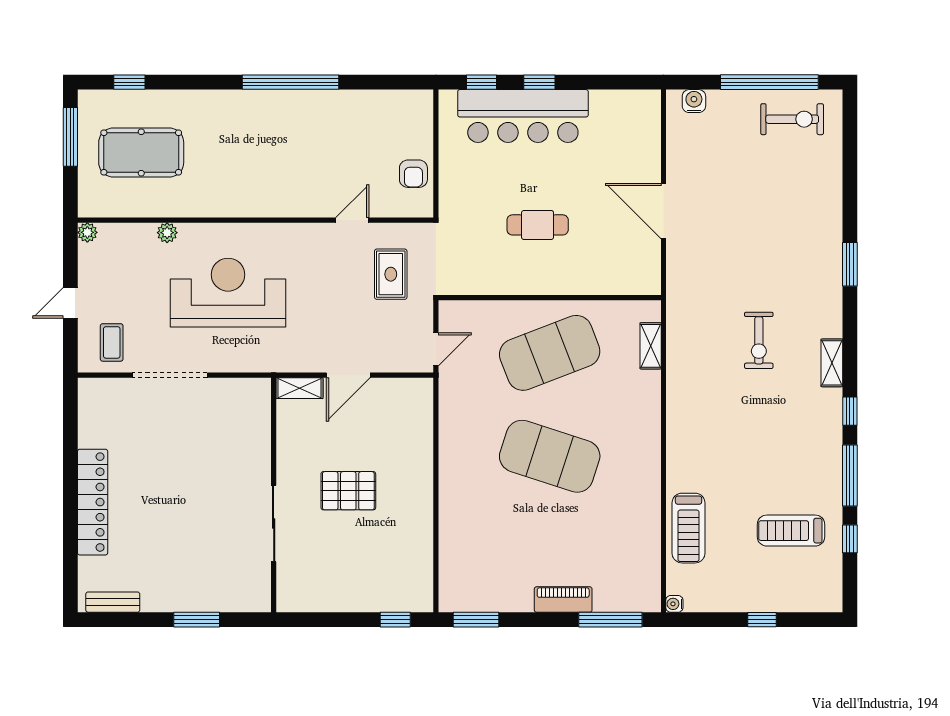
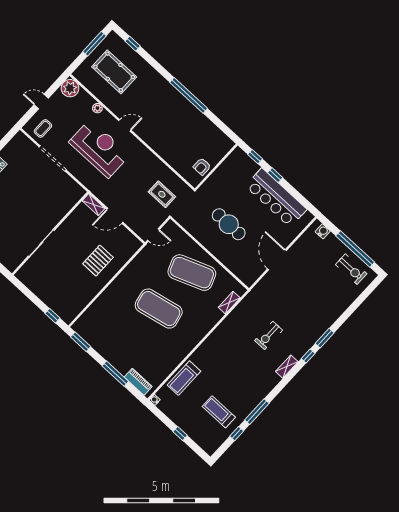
bar counter: (523, 116) -> (276, 198), moved
door: (352, 220) -> (125, 125), moved
cafe table: (538, 225) -> (229, 224), width x1.37, depth x1.35
plant: (87, 232) -> (70, 88), width x1.87, depth x1.87
rug: (391, 274) -> (162, 194), turned 90
window: (850, 411) -> (308, 356), moved
exercise mat: (550, 456) -> (159, 309), turned -30
pallet: (348, 491) -> (98, 261), moved, turned 90
piano: (563, 600) -> (138, 382), moved
window: (610, 620) -> (115, 374), moved

